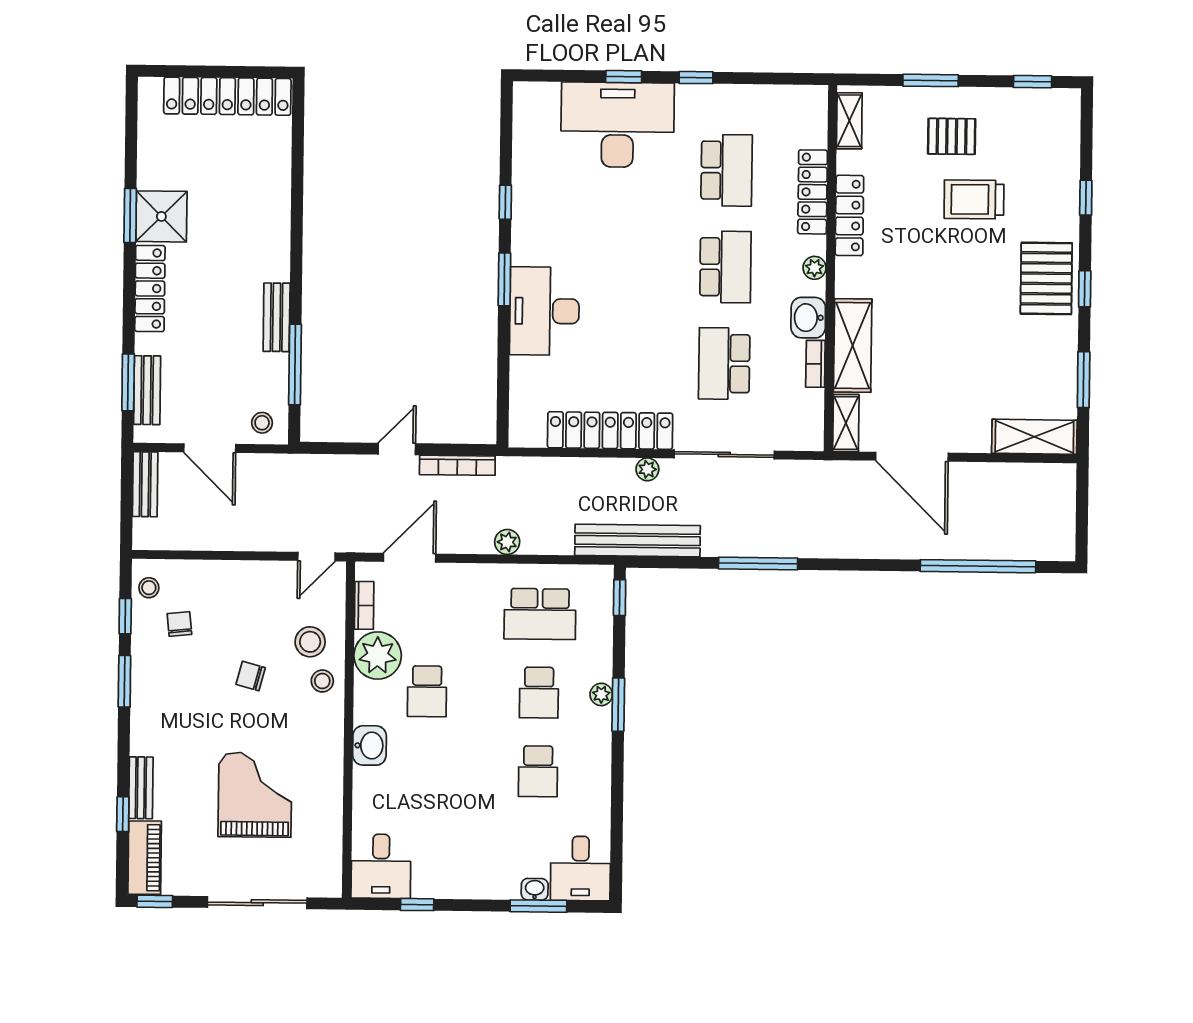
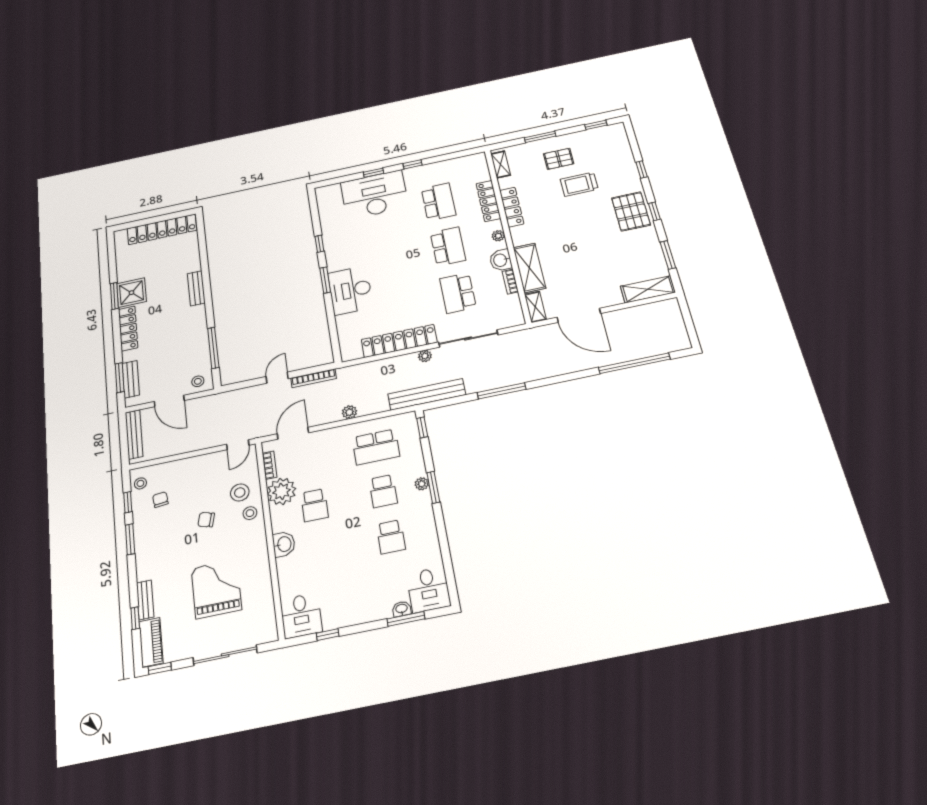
bench: (277, 317) -> (196, 288), moved
bench: (145, 484) -> (134, 434), width x1.36

